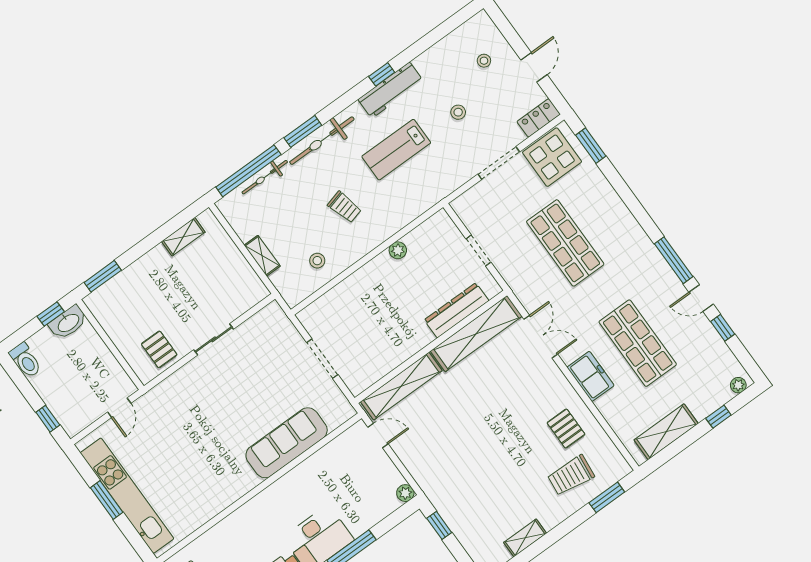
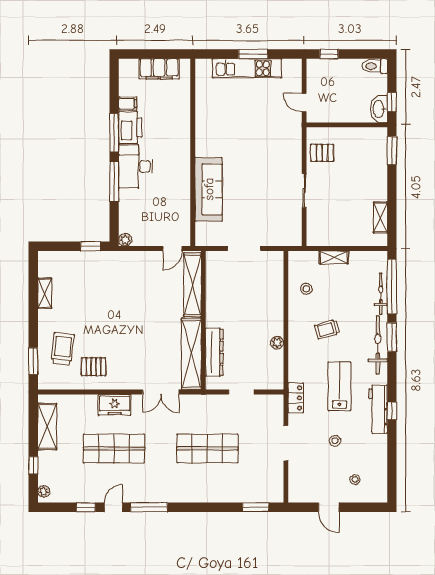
locker: (539, 118) -> (296, 398), moved
display table: (552, 157) -> (266, 478), removed
kitchen unit: (127, 496) -> (247, 68), width x0.73

